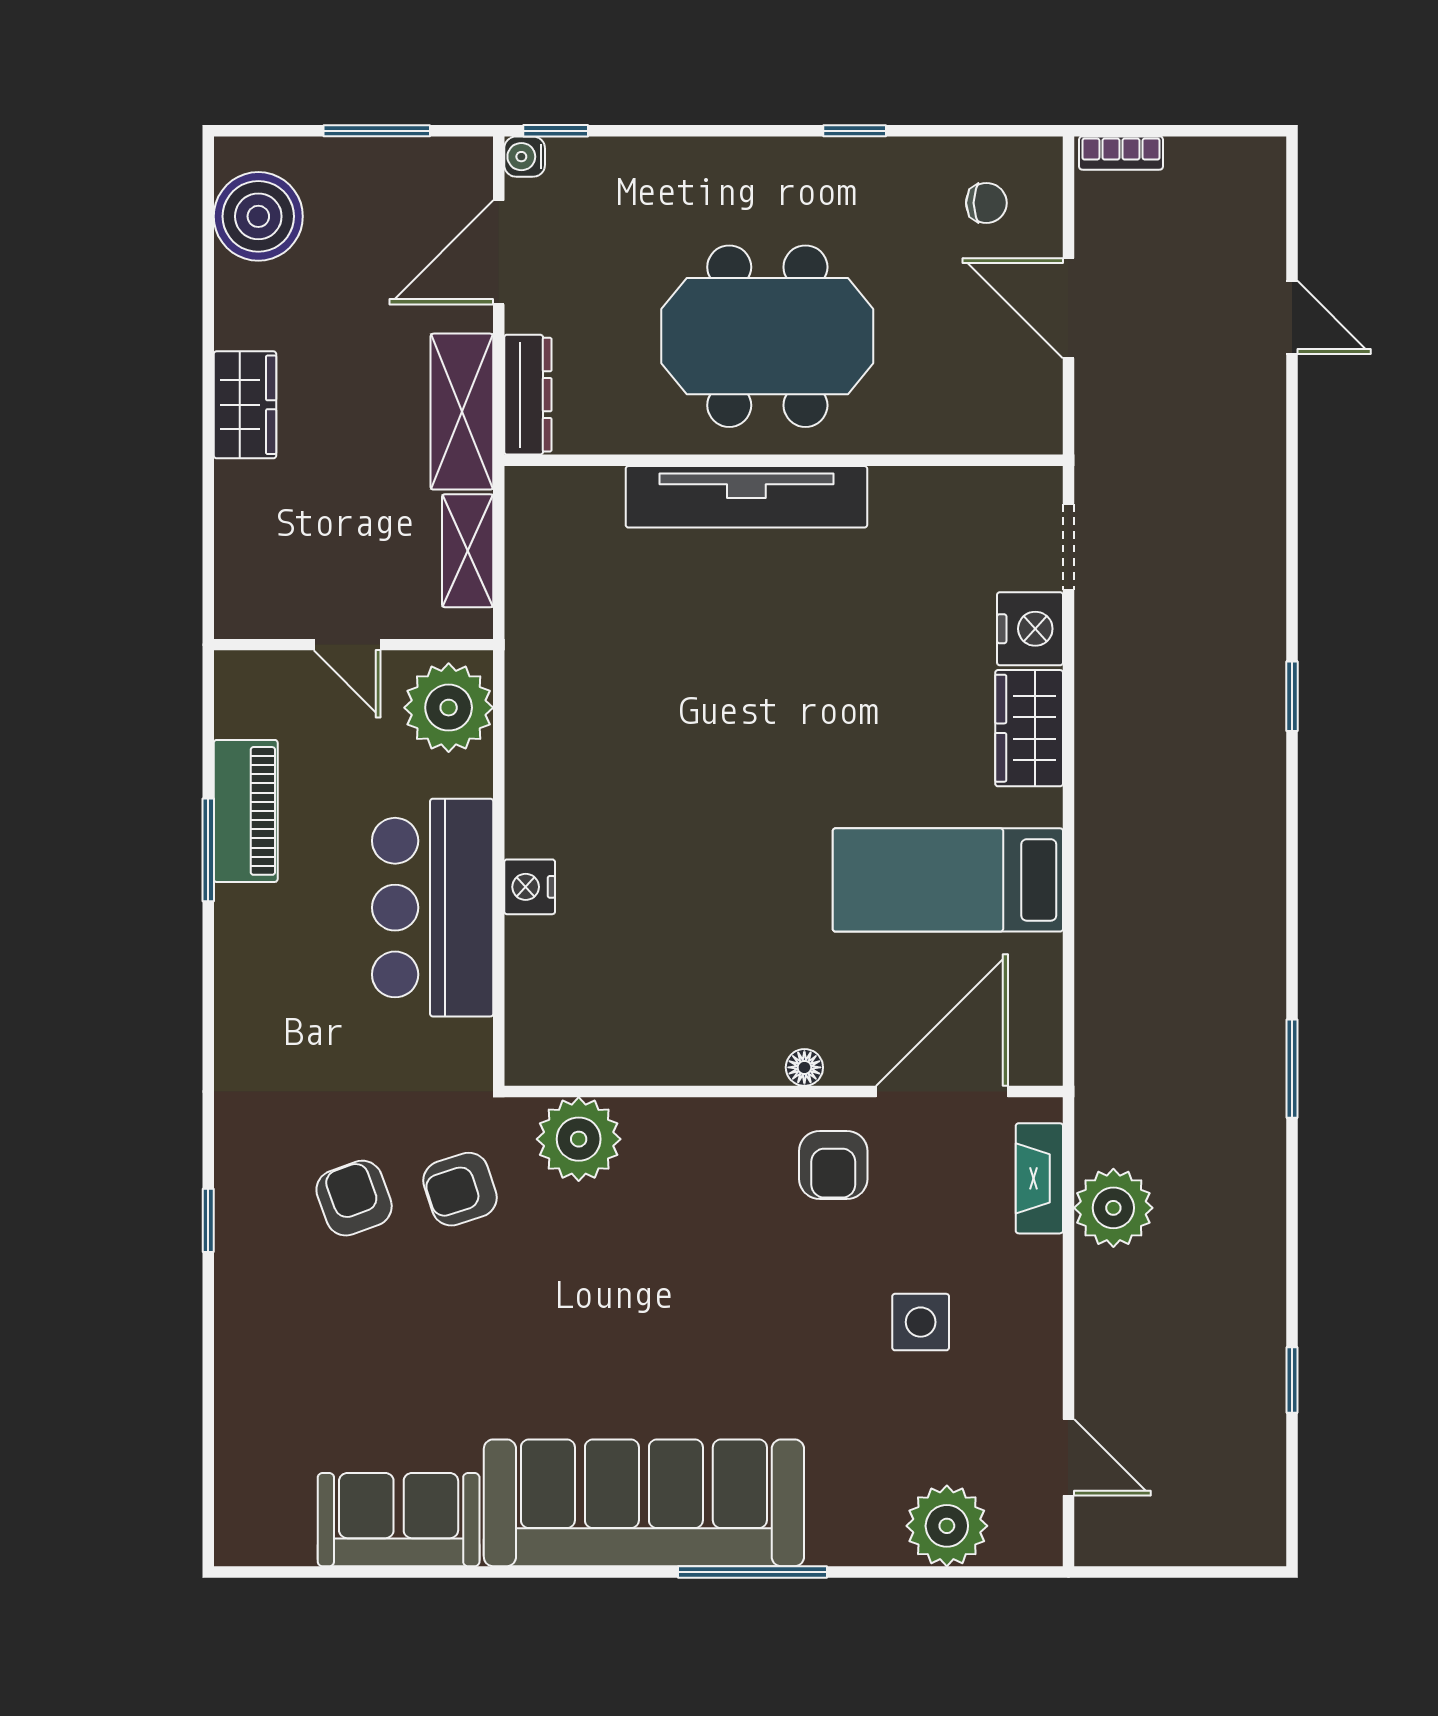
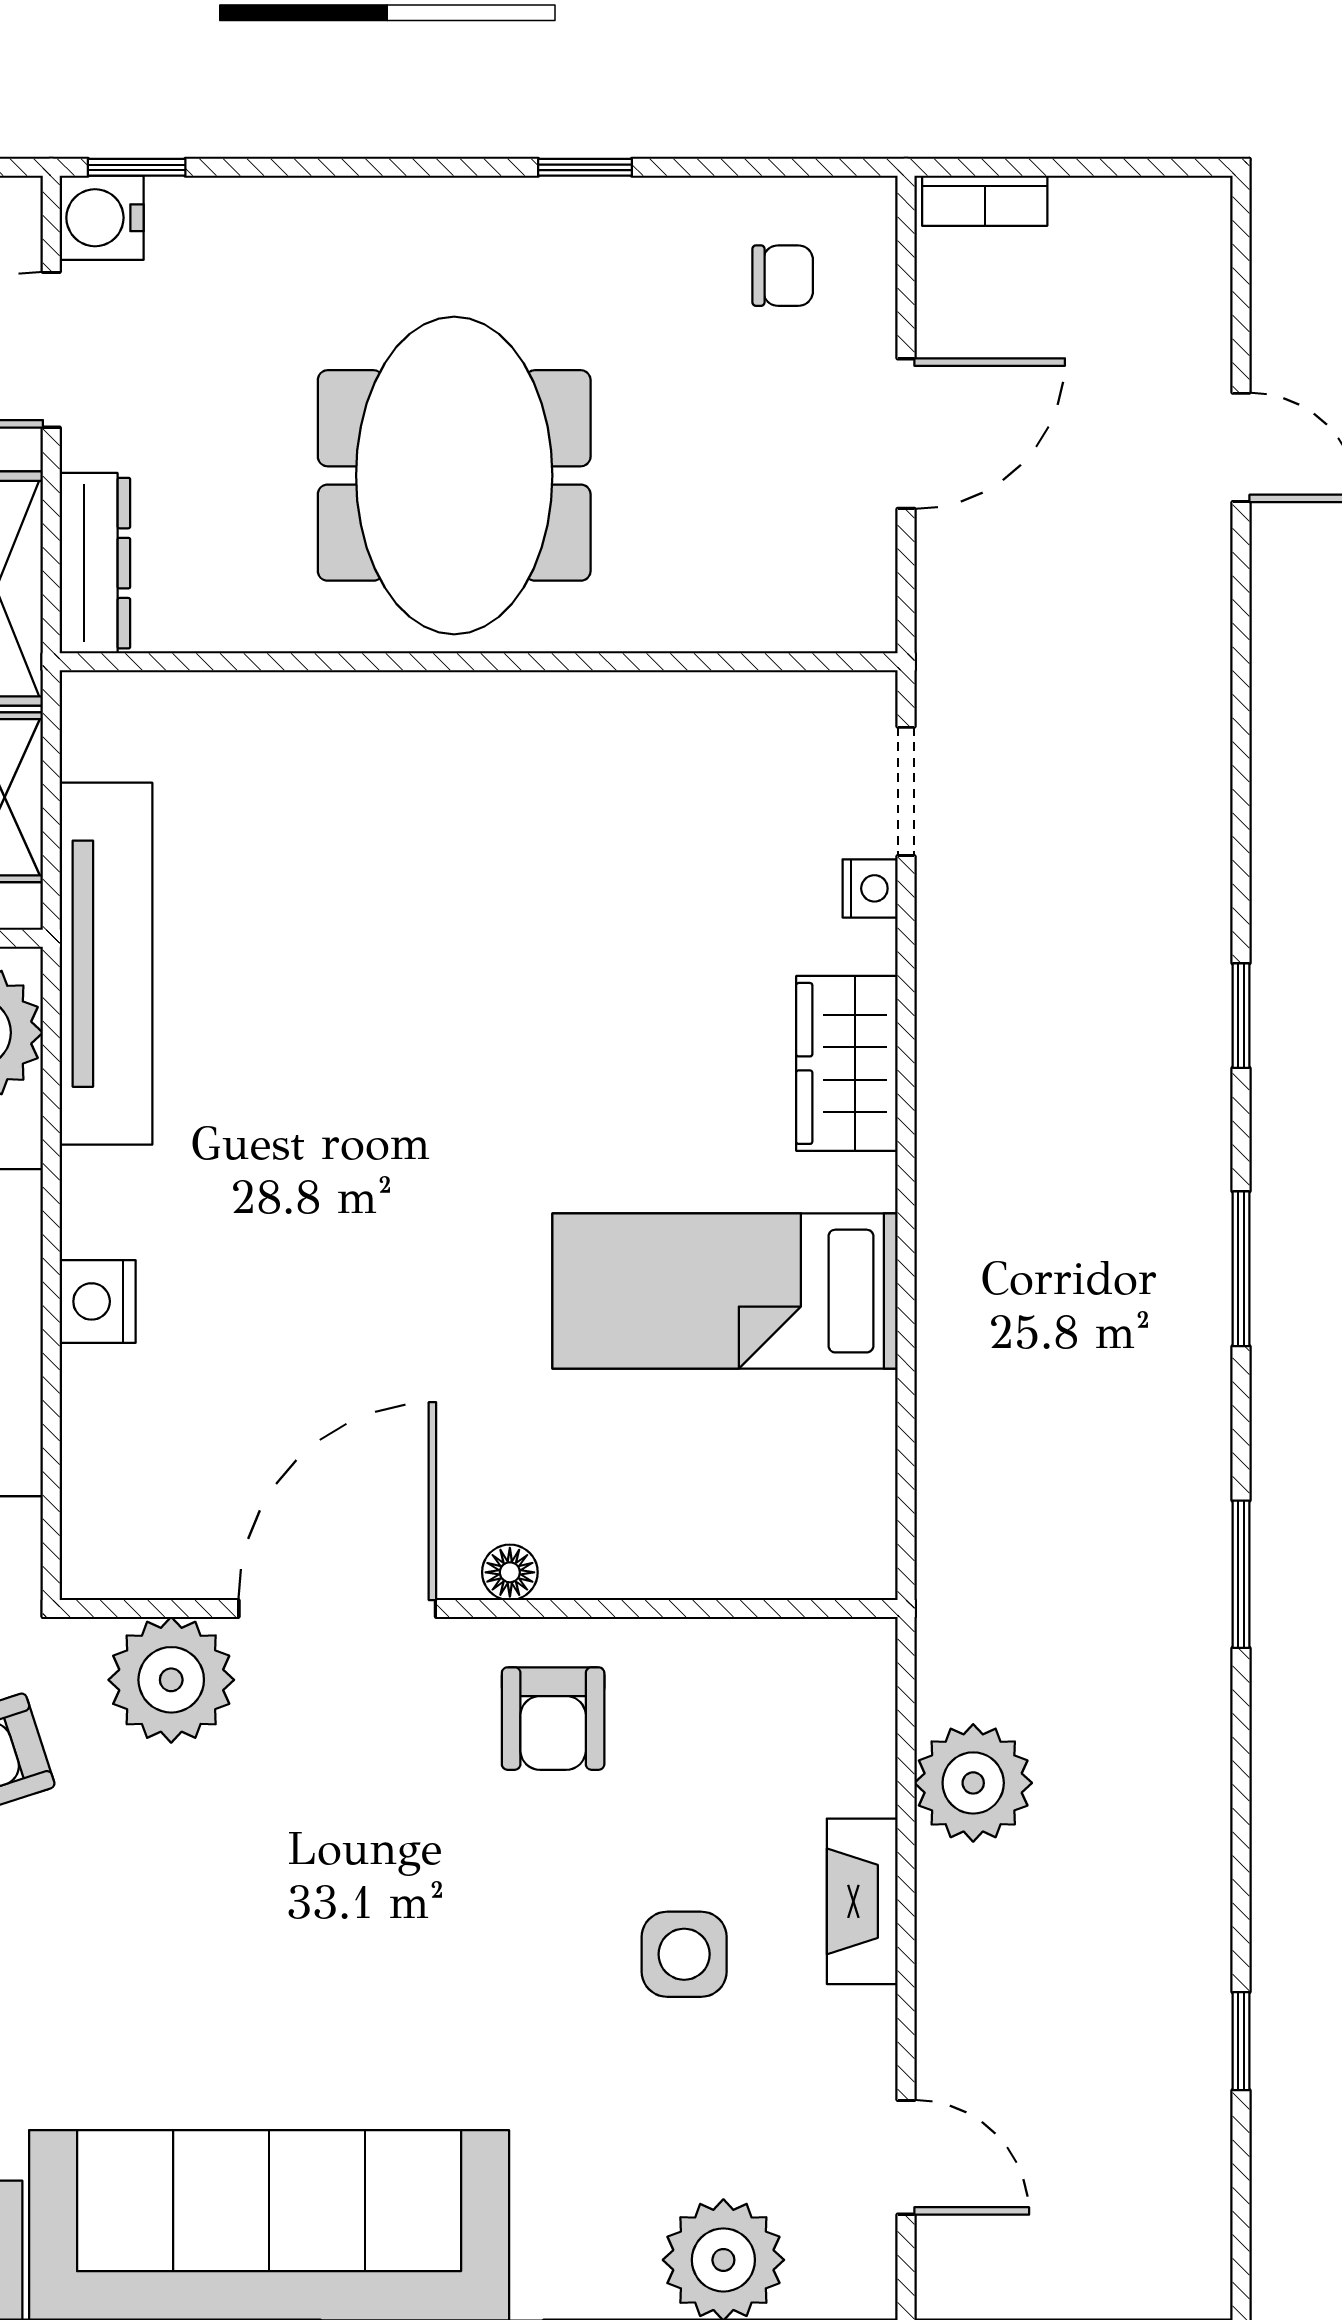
water cooler: (525, 157) -> (102, 218), width x1.38, depth x1.38
door: (1068, 308) -> (906, 434), swing flipped
meeting table: (767, 336) -> (454, 475), turned 90
tv unit: (746, 497) -> (106, 964), moved, turned -90
nightstand: (1030, 629) -> (870, 888), width x0.53, depth x0.56
window: (1292, 865) -> (1241, 1269), added
door: (942, 1092) -> (337, 1608), moved
fireplace: (1039, 1178) -> (862, 1901), moved

